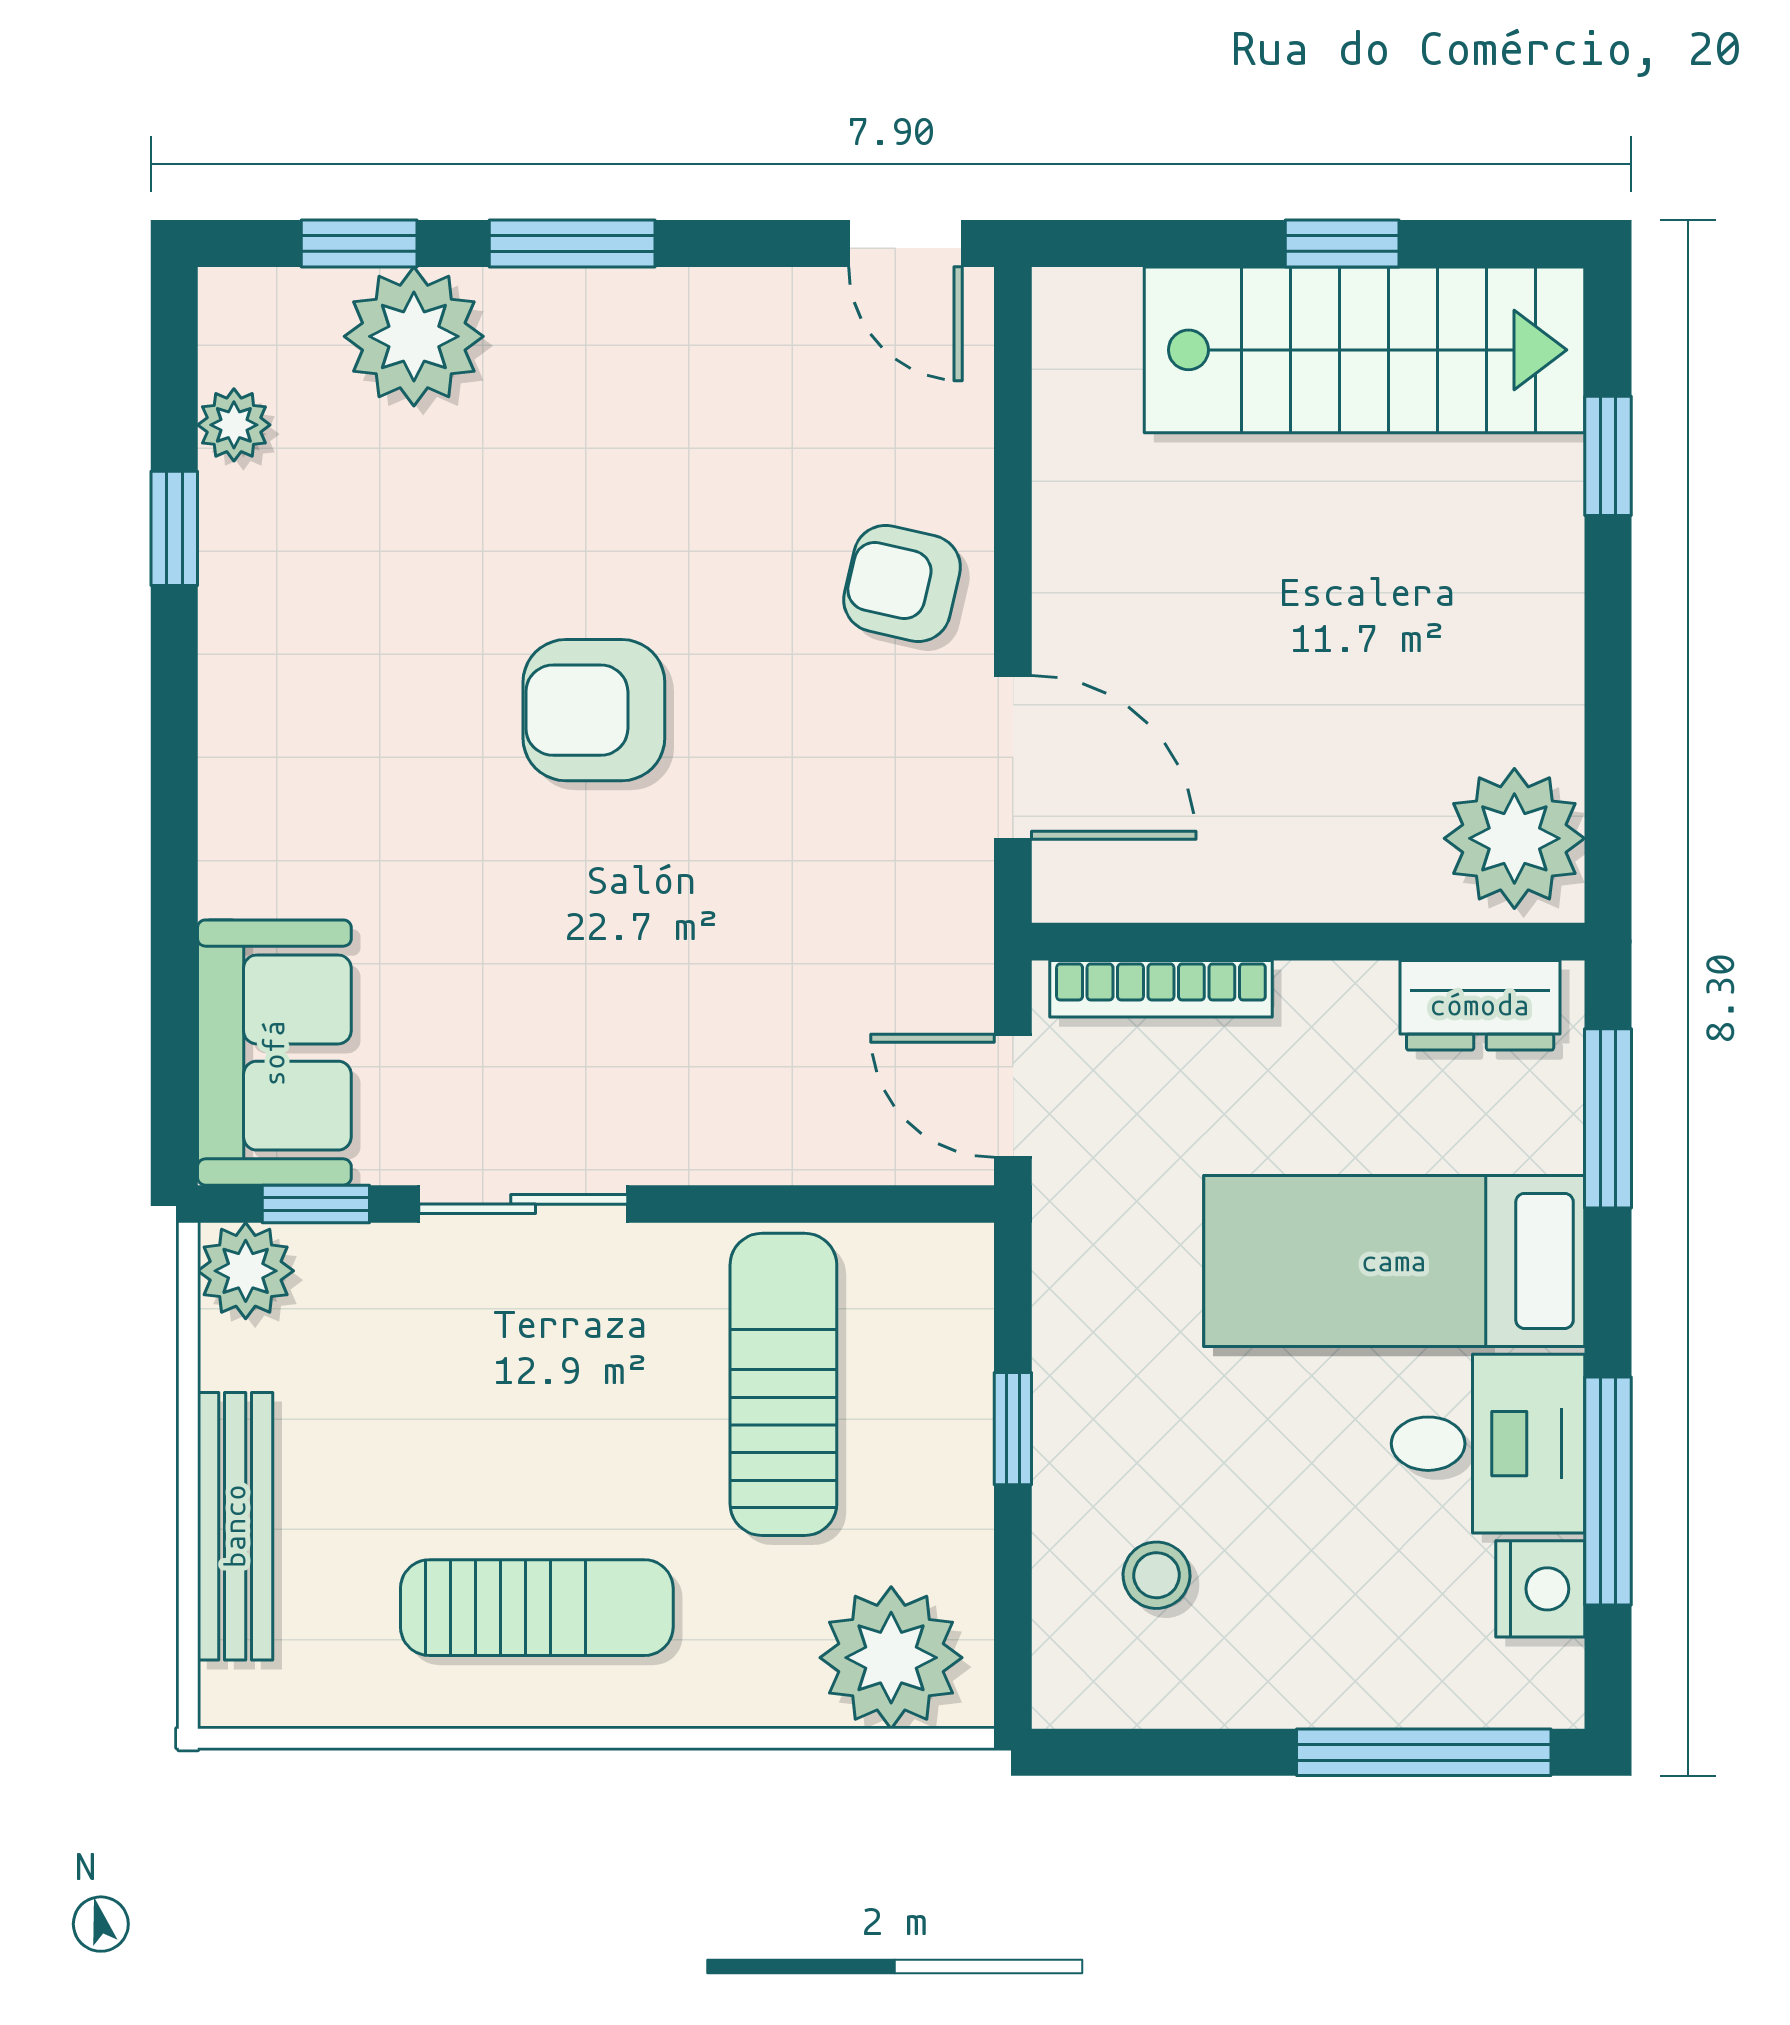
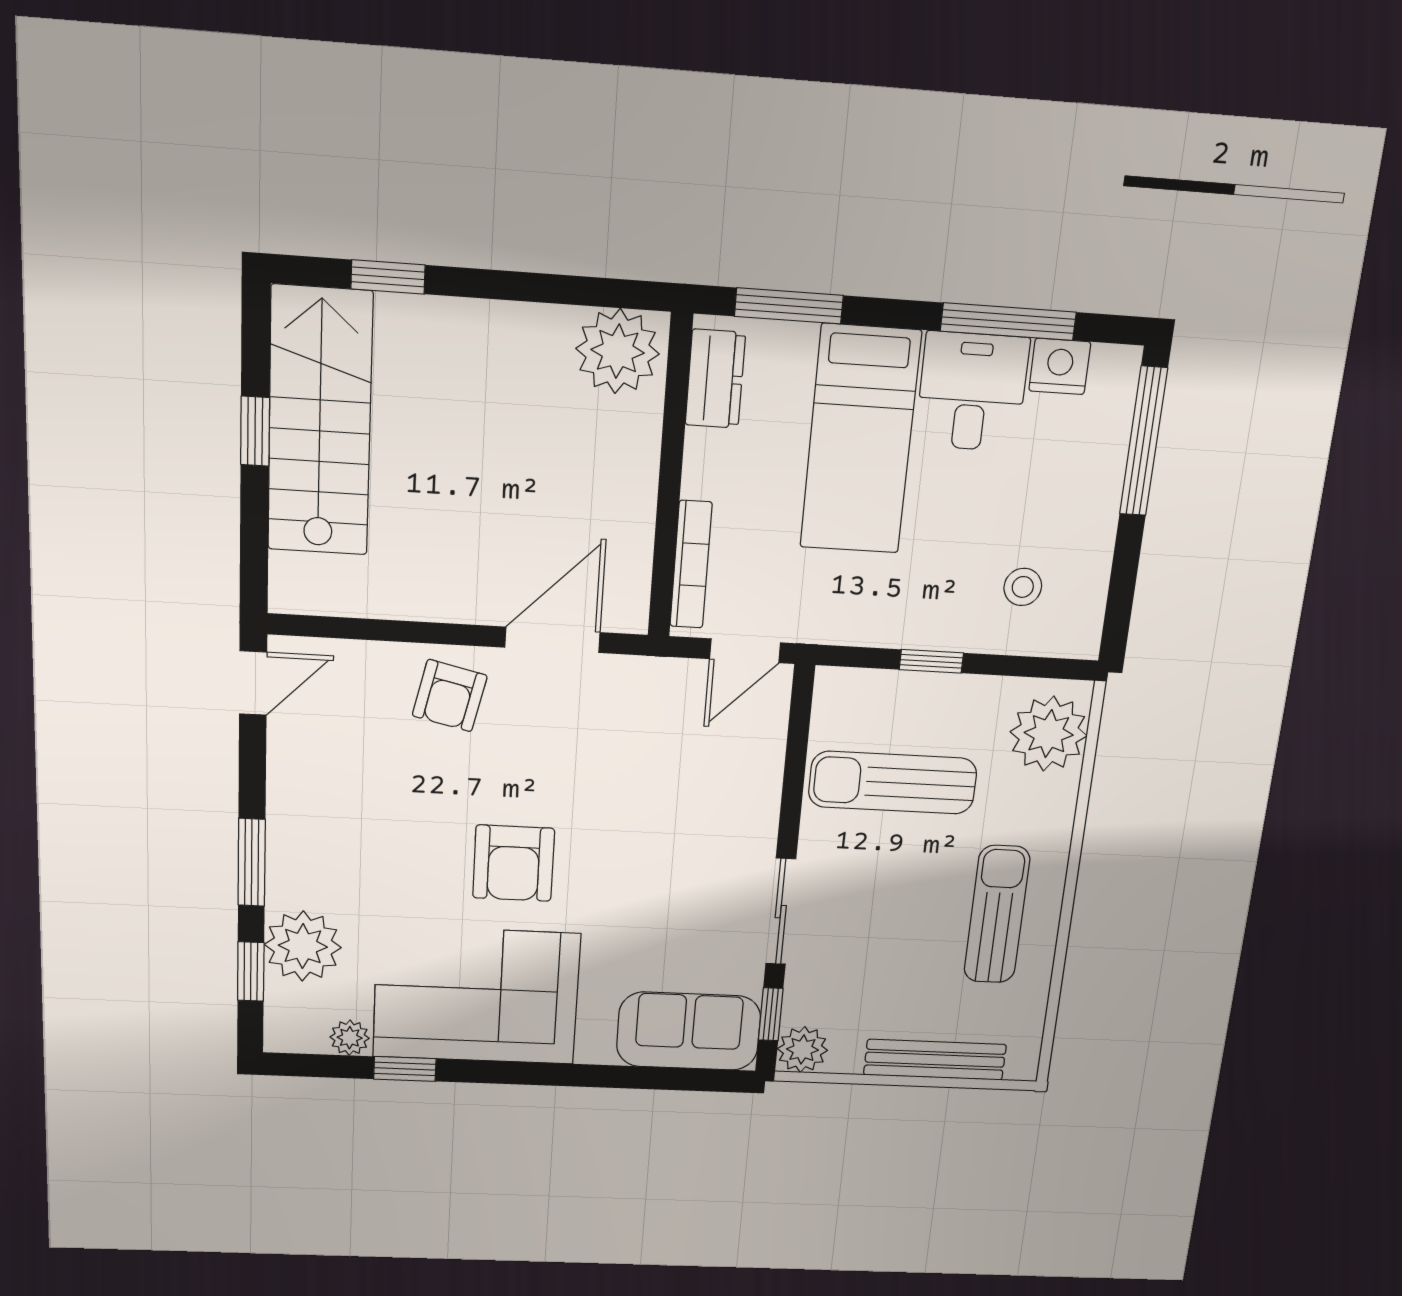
corner sofa: (330, 654) -> (476, 995), added

